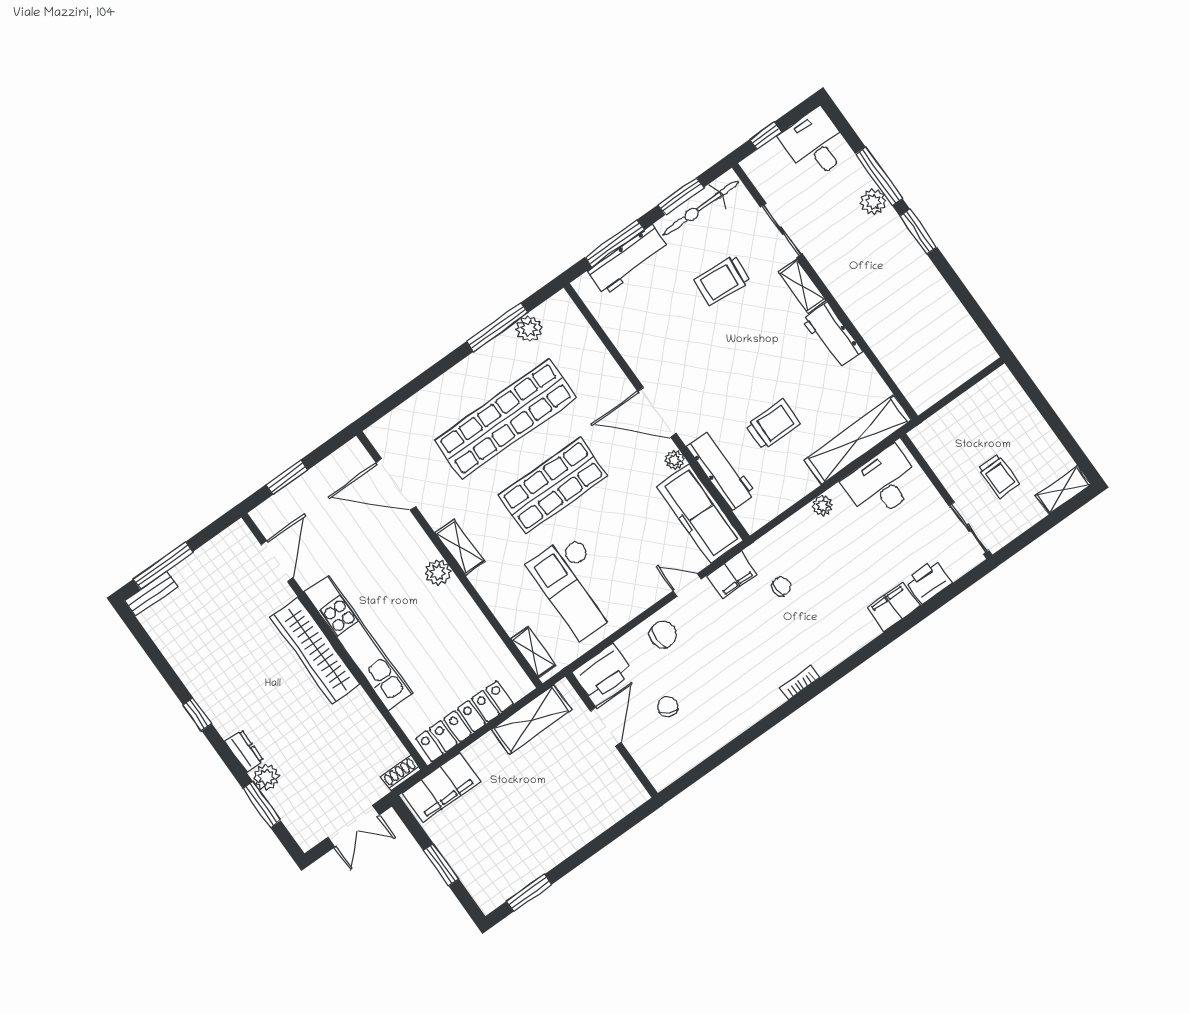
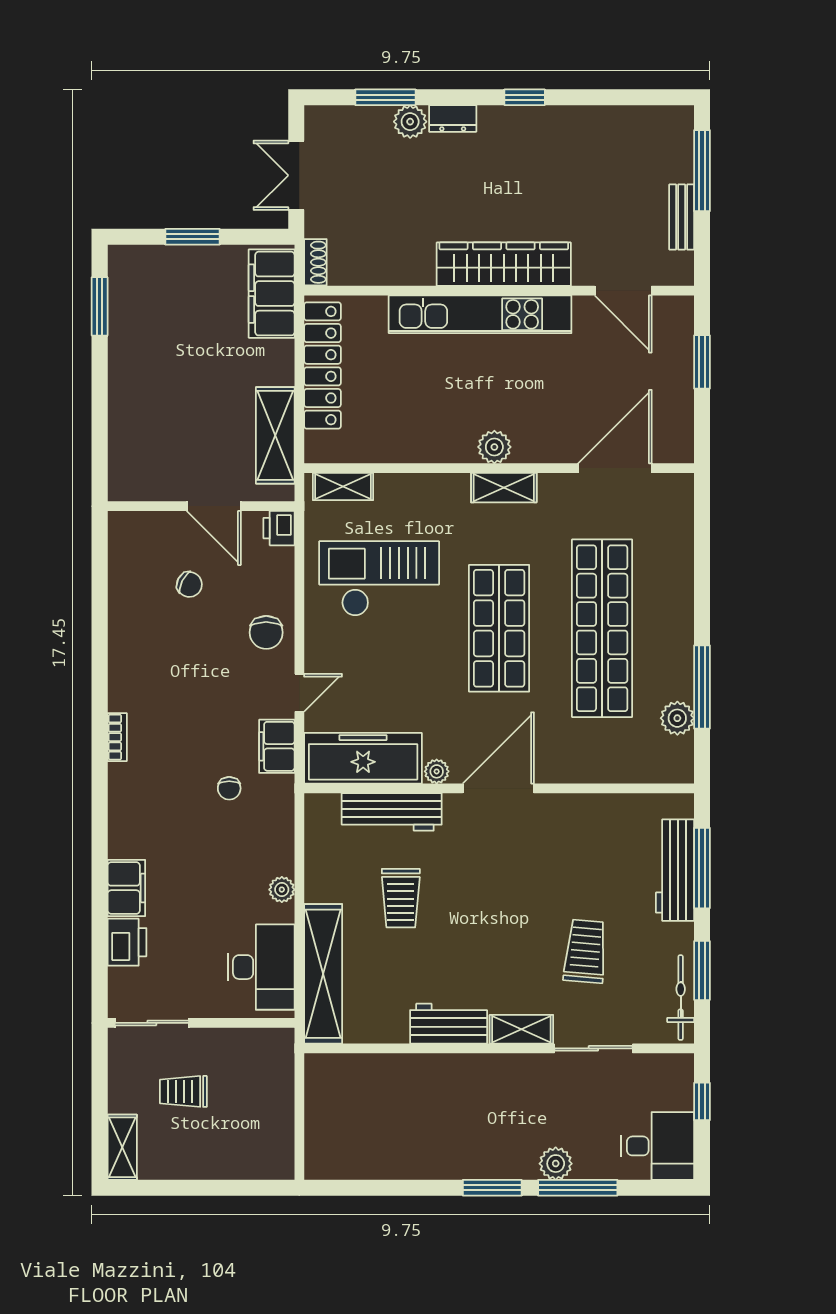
bicycle: (701, 208) -> (681, 998), width x0.73, depth x0.71
bench: (151, 594) -> (682, 217), moved
printer: (603, 672) -> (279, 528), width x0.53, depth x0.68

